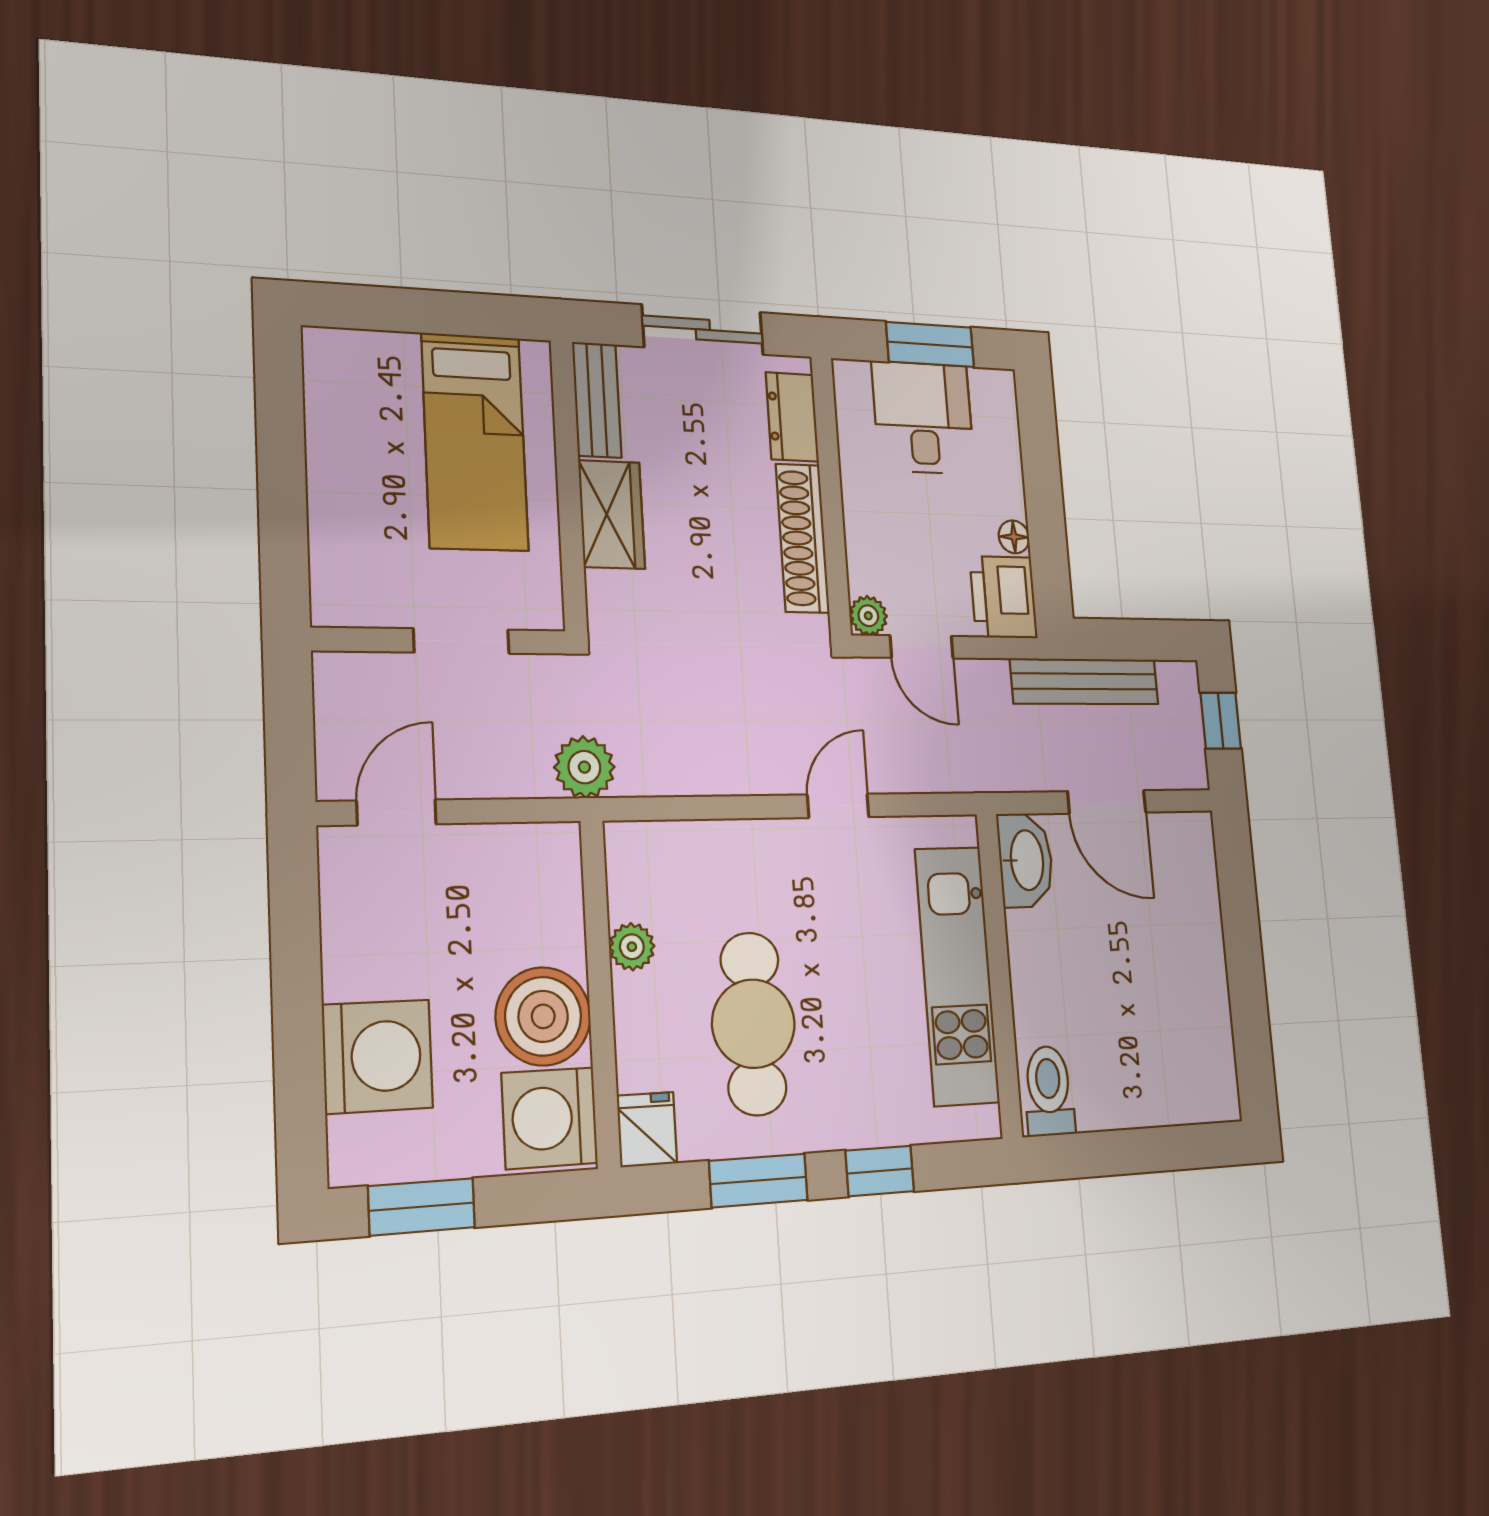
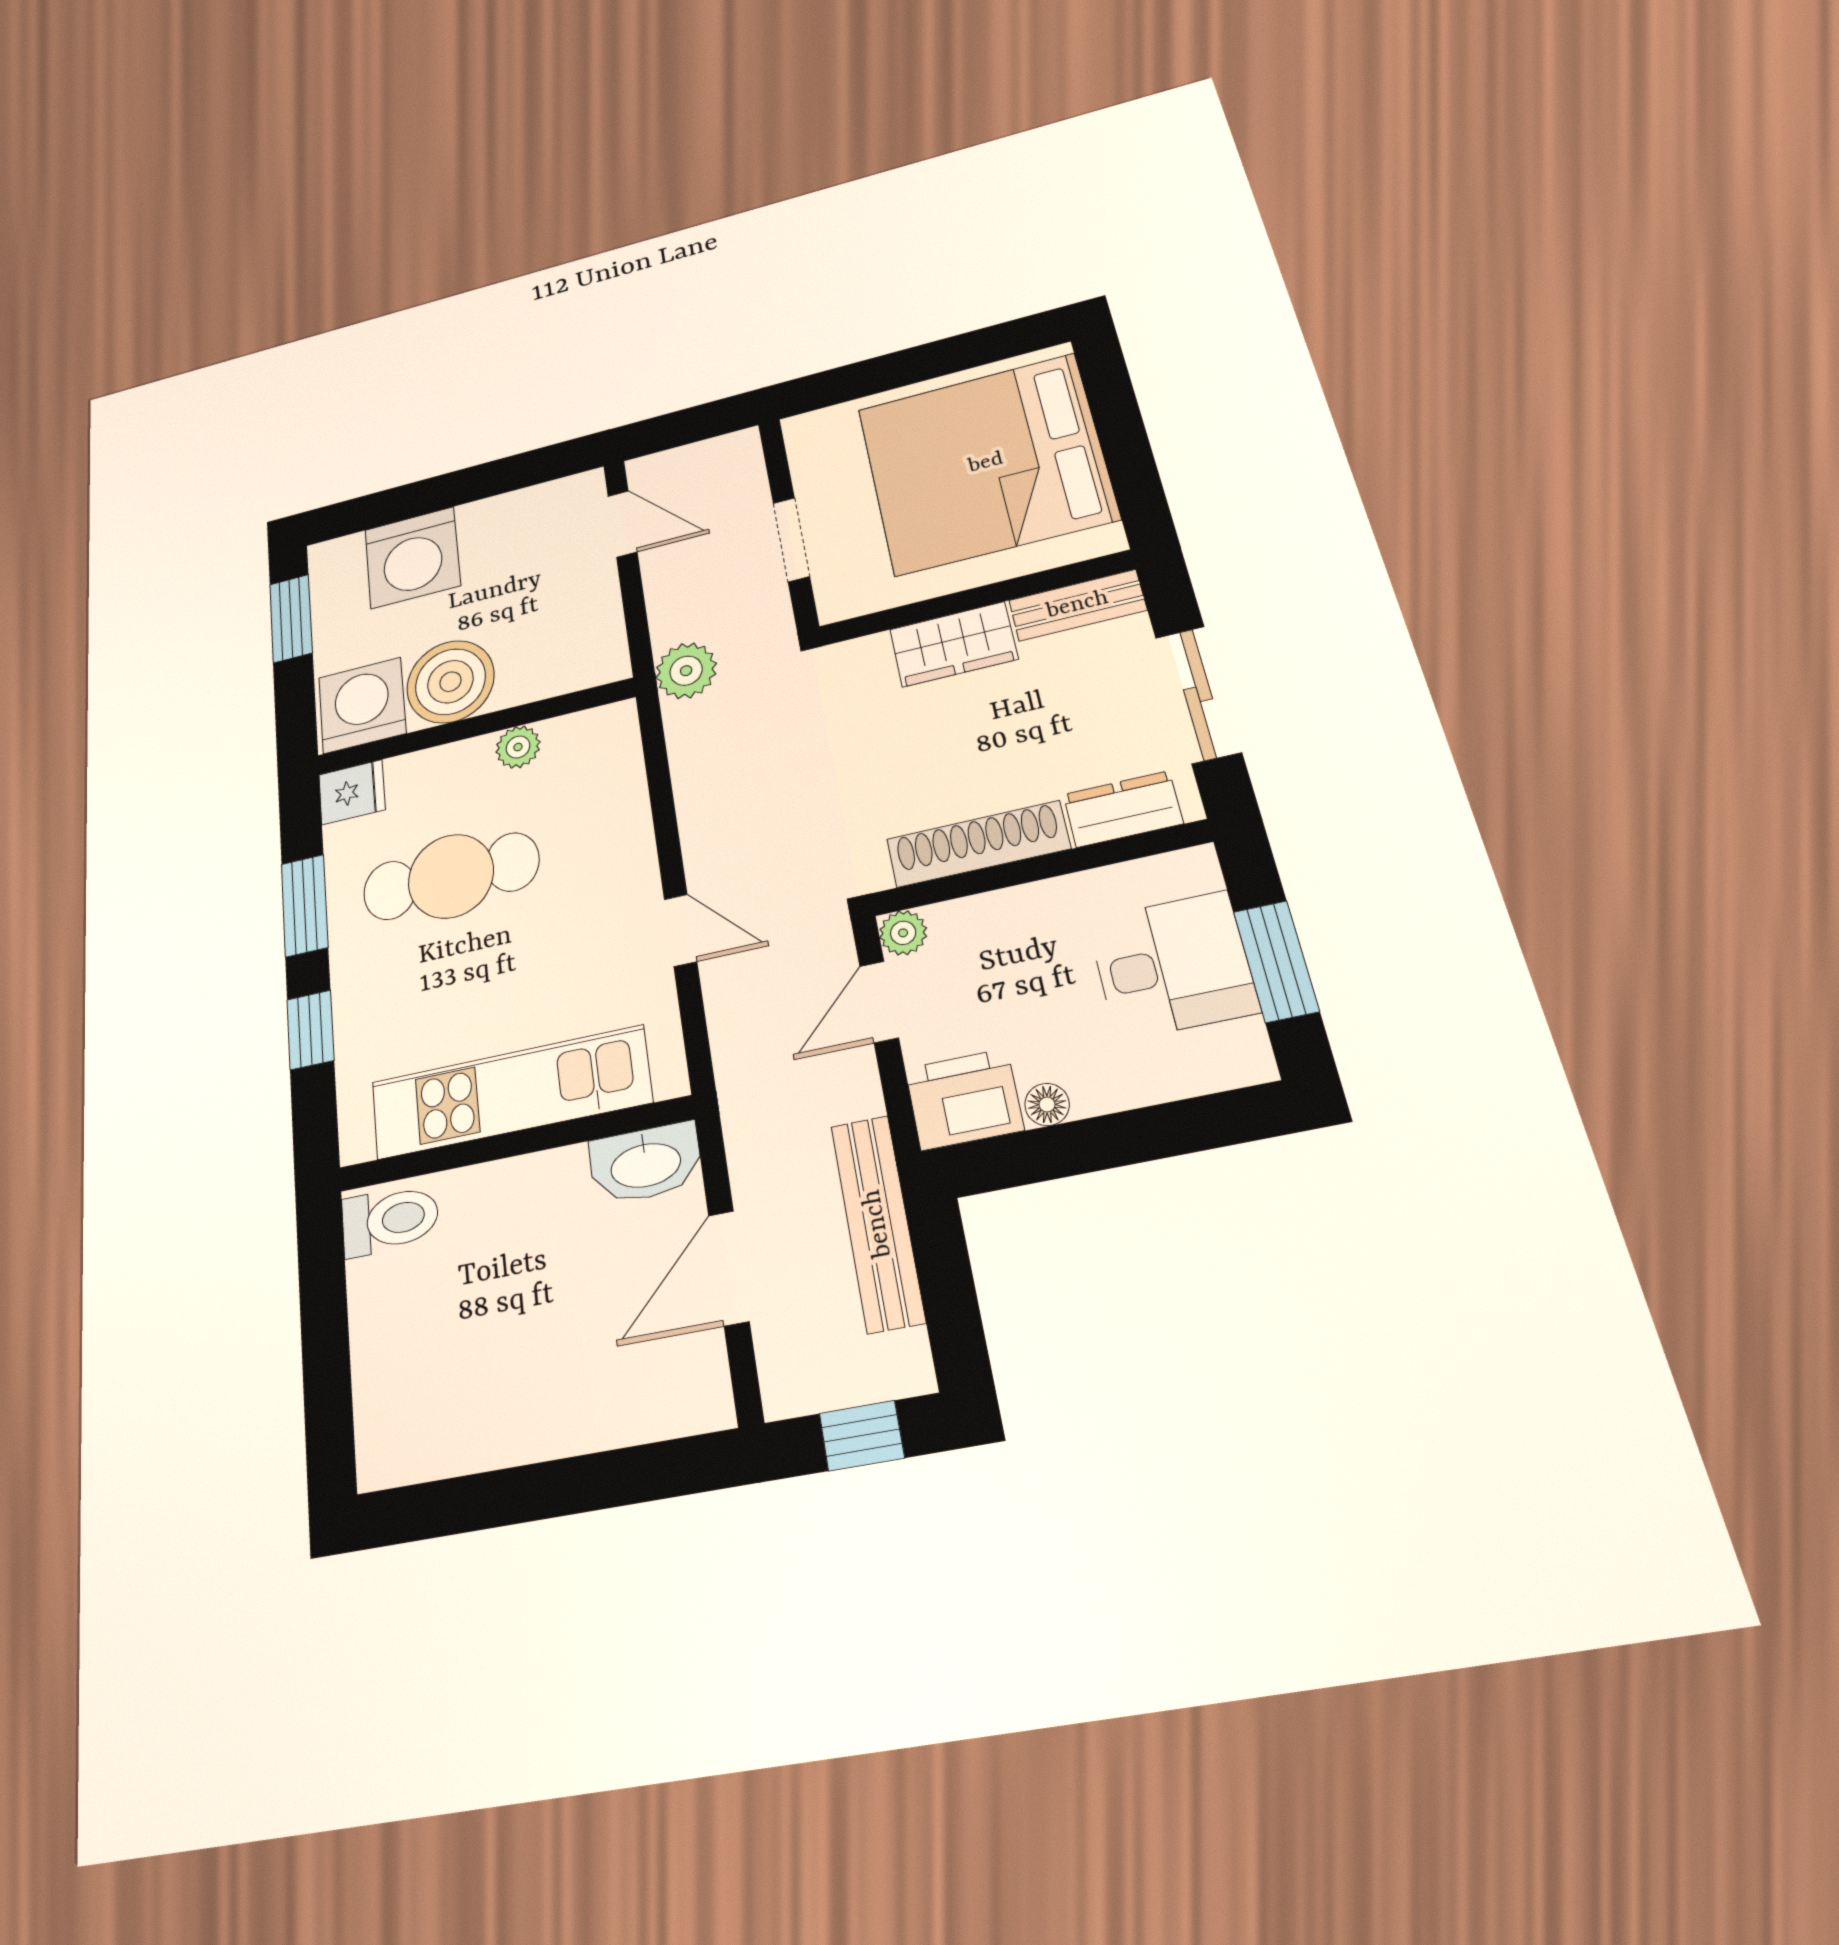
bed: (475, 442) -> (986, 463), width x2.04

